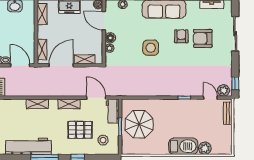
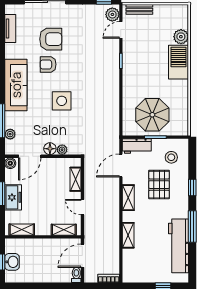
armchair: (203, 38) -> (51, 39), turned -90
door: (61, 65) -> (82, 207), width x0.53

